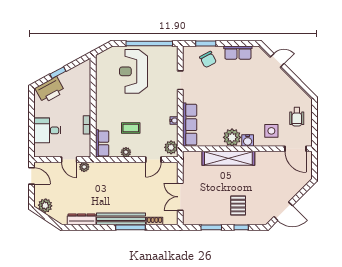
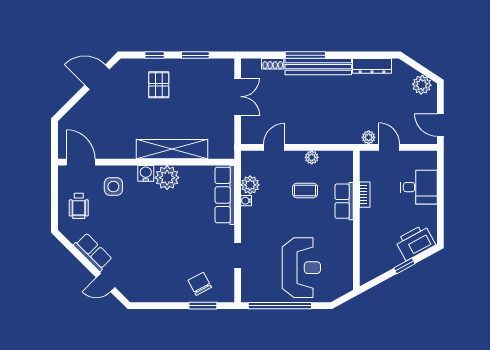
row of seats: (238, 53) -> (93, 252), moved, turned 45
wheelchair: (297, 117) -> (79, 206), turned 180
row of seats: (102, 143) -> (344, 201), moved
plant: (171, 147) -> (250, 185), moved

